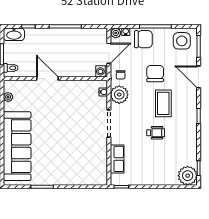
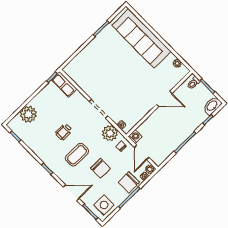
coffee table: (163, 103) -> (77, 155), turned 90
row of seats: (117, 159) -> (64, 84), moved
plant: (188, 176) -> (28, 114), moved

